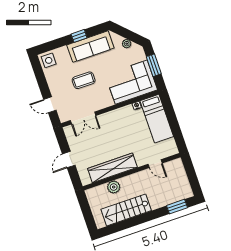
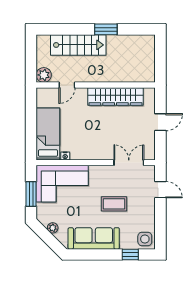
window: (79, 36) -> (130, 254), moved
door: (155, 164) -> (67, 85), swing flipped
plant: (114, 187) -> (44, 75), moved
window: (177, 207) -> (106, 29), moved
stairs: (126, 210) -> (78, 45), moved

